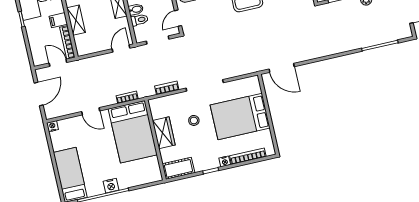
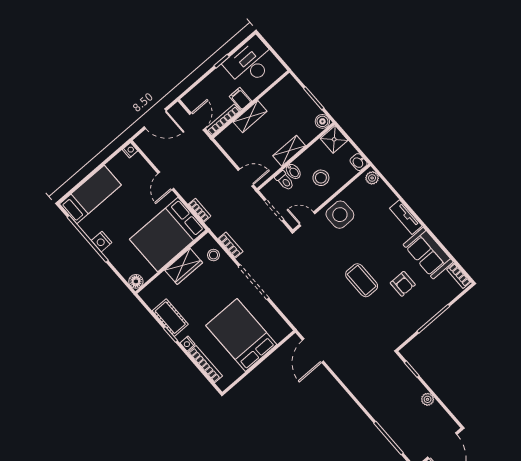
stool: (194, 120) -> (214, 255), moved
cot: (178, 168) -> (170, 318), moved
floor lamp: (156, 176) -> (136, 281), added

